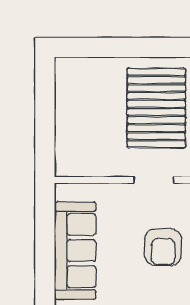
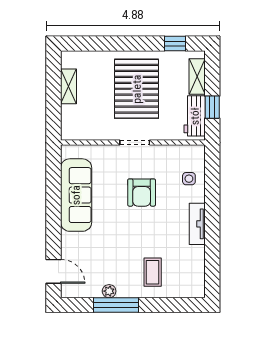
shelving: (65, 105) -> (68, 86), added

